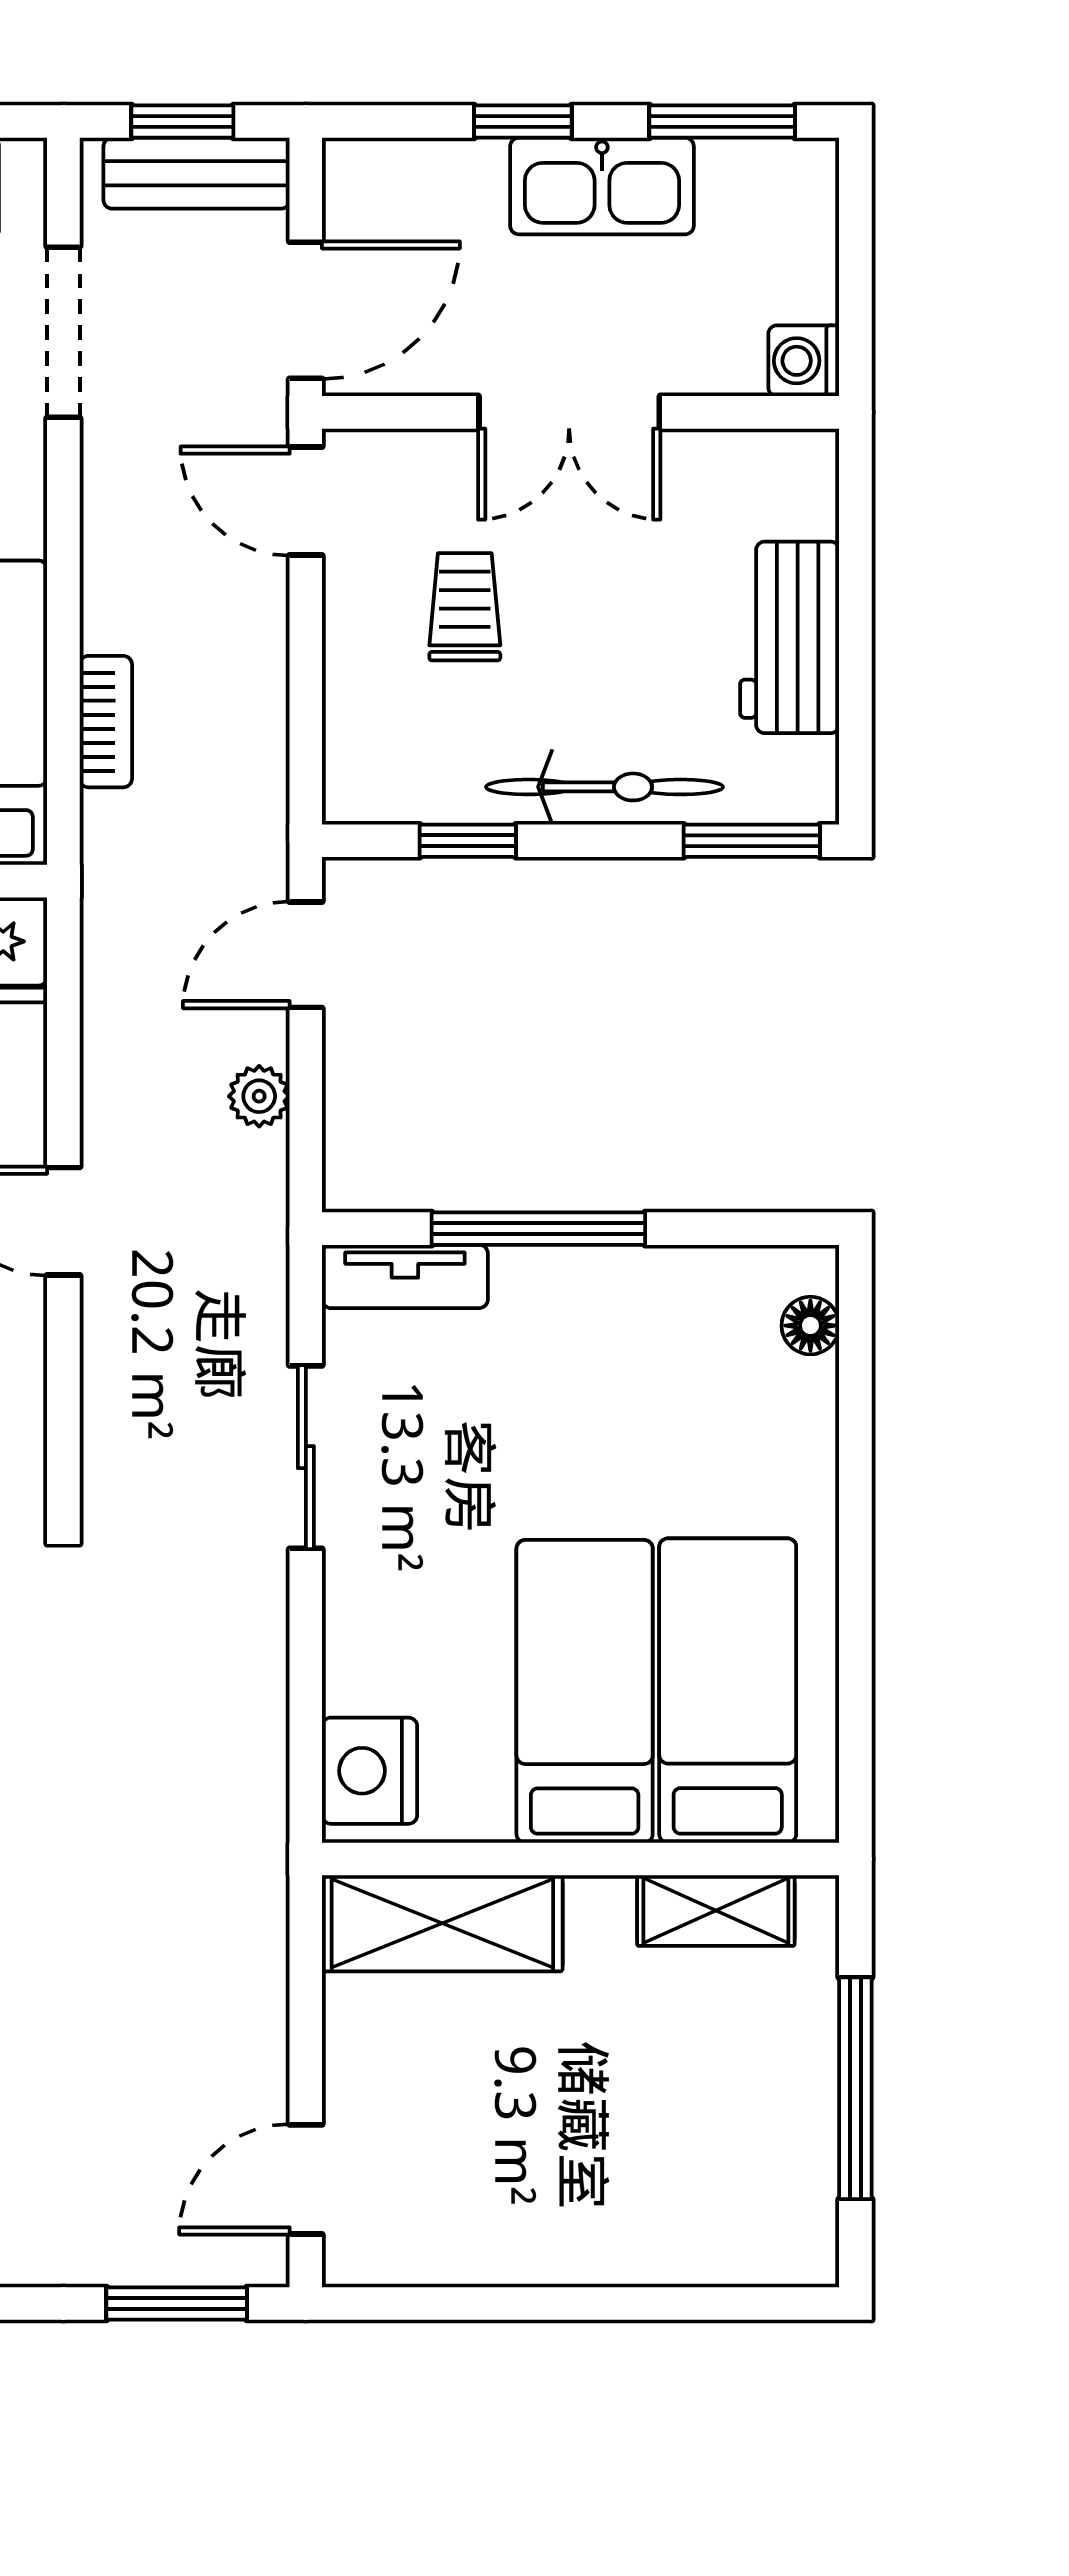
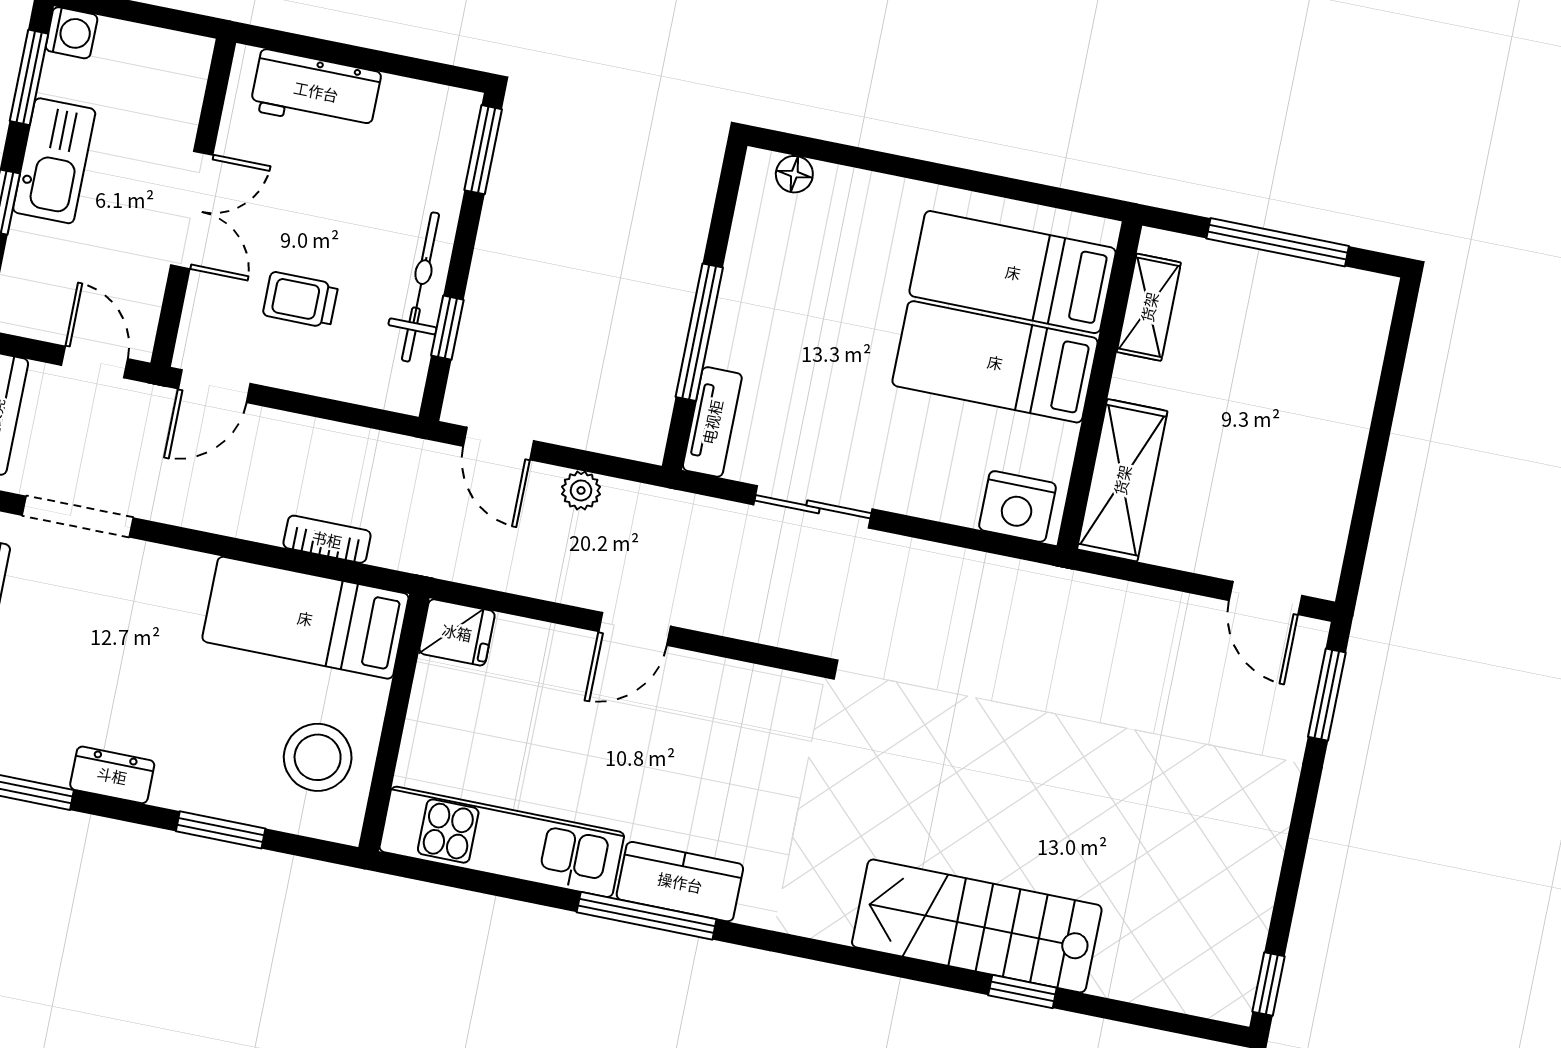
door: (306, 310) -> (95, 362), width x0.73
washing machine: (804, 361) -> (72, 33), moved, turned -90
workbench: (790, 637) -> (316, 91), moved
bicycle: (604, 787) -> (420, 287), moved

